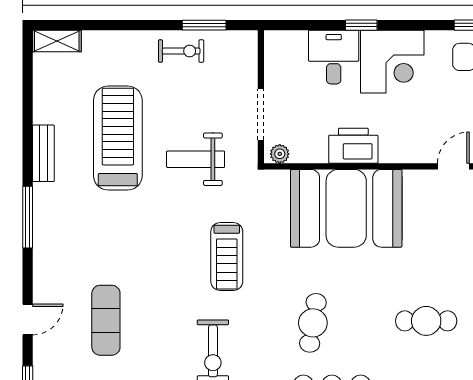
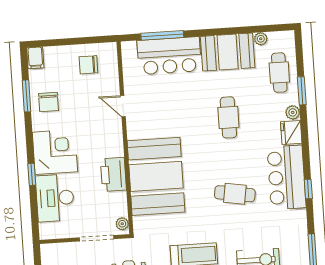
desk: (334, 57) -> (55, 198), width x1.37

